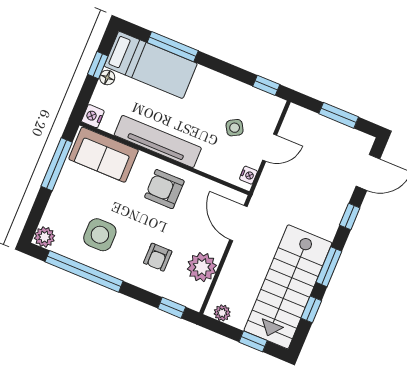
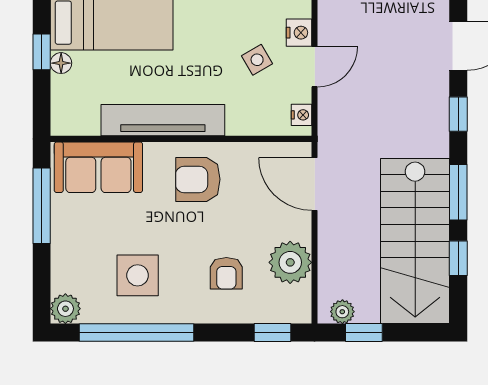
nightstand: (93, 116) -> (299, 33), moved, turned 180
window: (253, 341) -> (364, 333), moved

